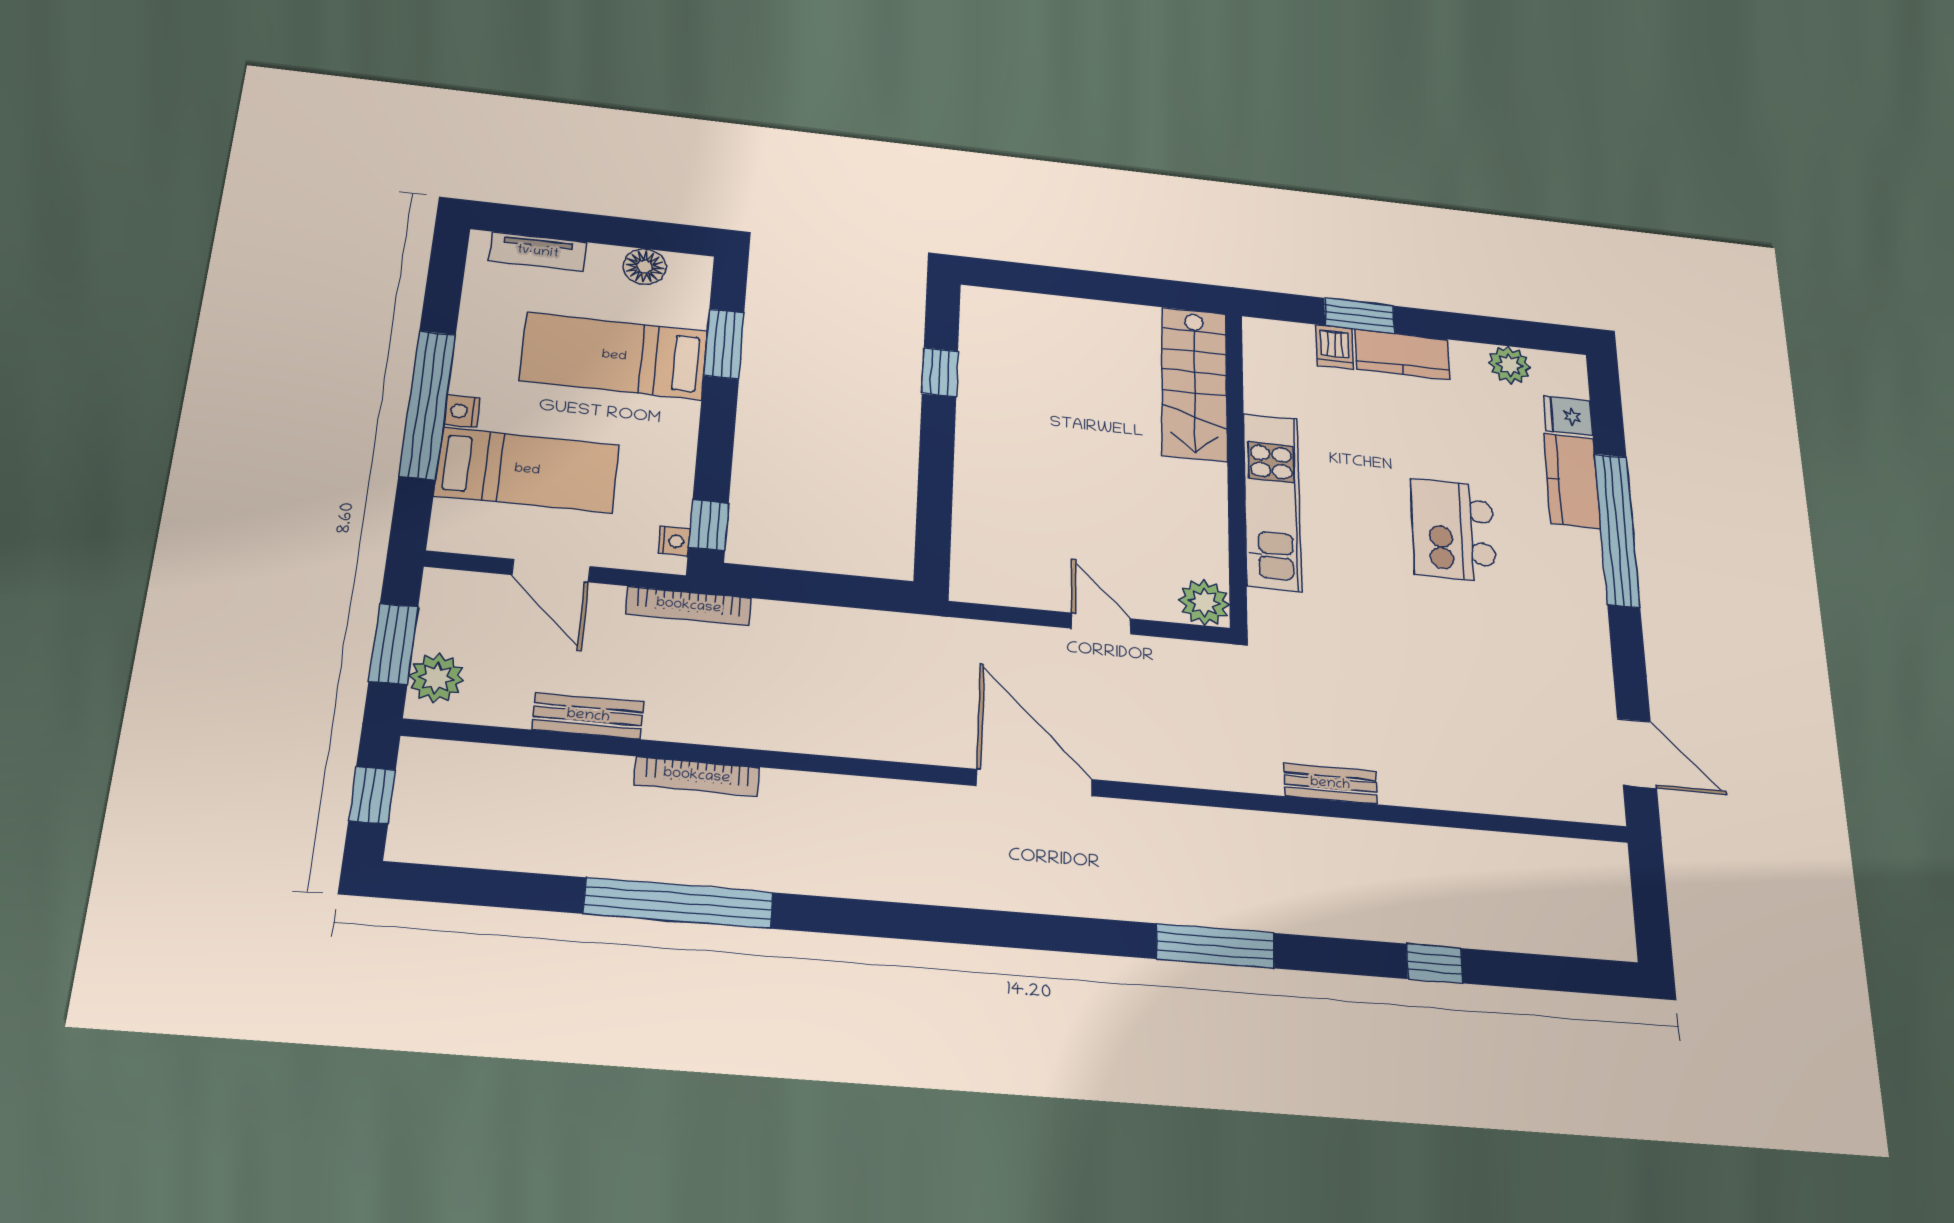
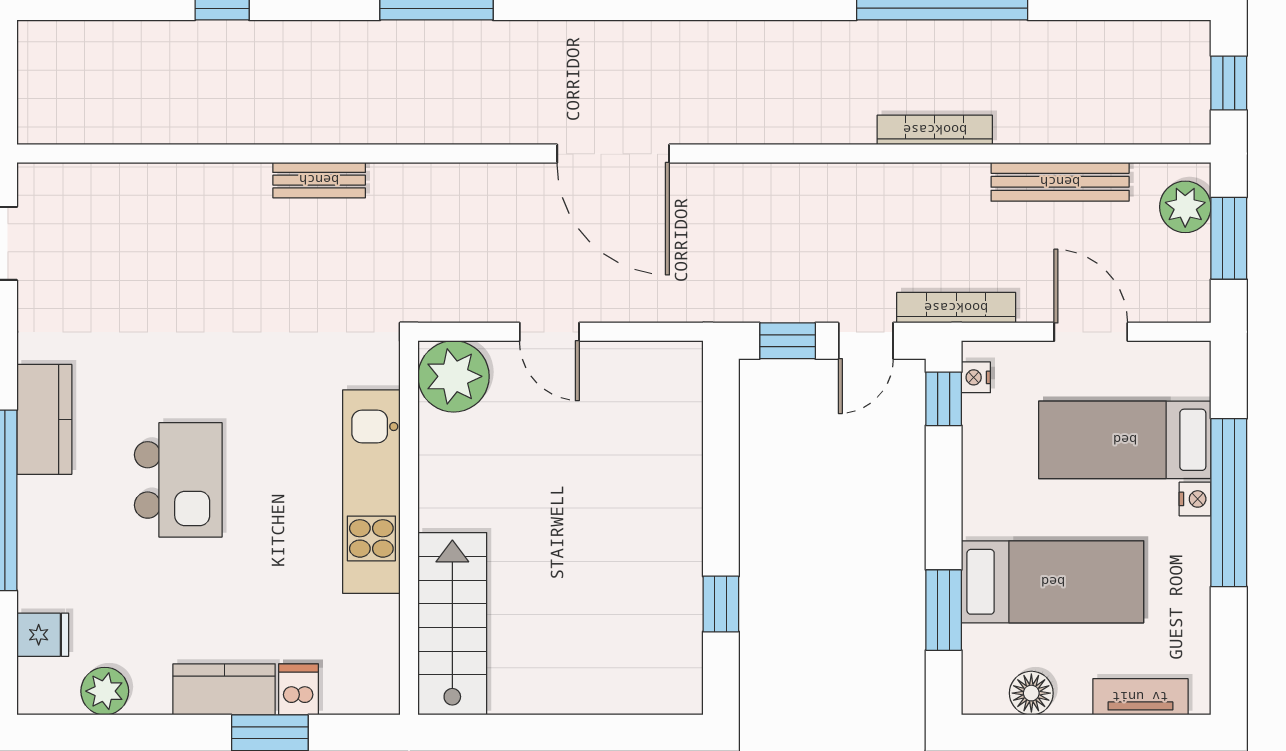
kitchen counter: (1572, 481) -> (44, 419), moved
door: (784, 585) -> (866, 341), added
window: (863, 593) -> (788, 341), added
plant: (1204, 602) -> (454, 376), width x1.36, depth x1.36
bench: (588, 716) -> (1060, 182), width x1.36

